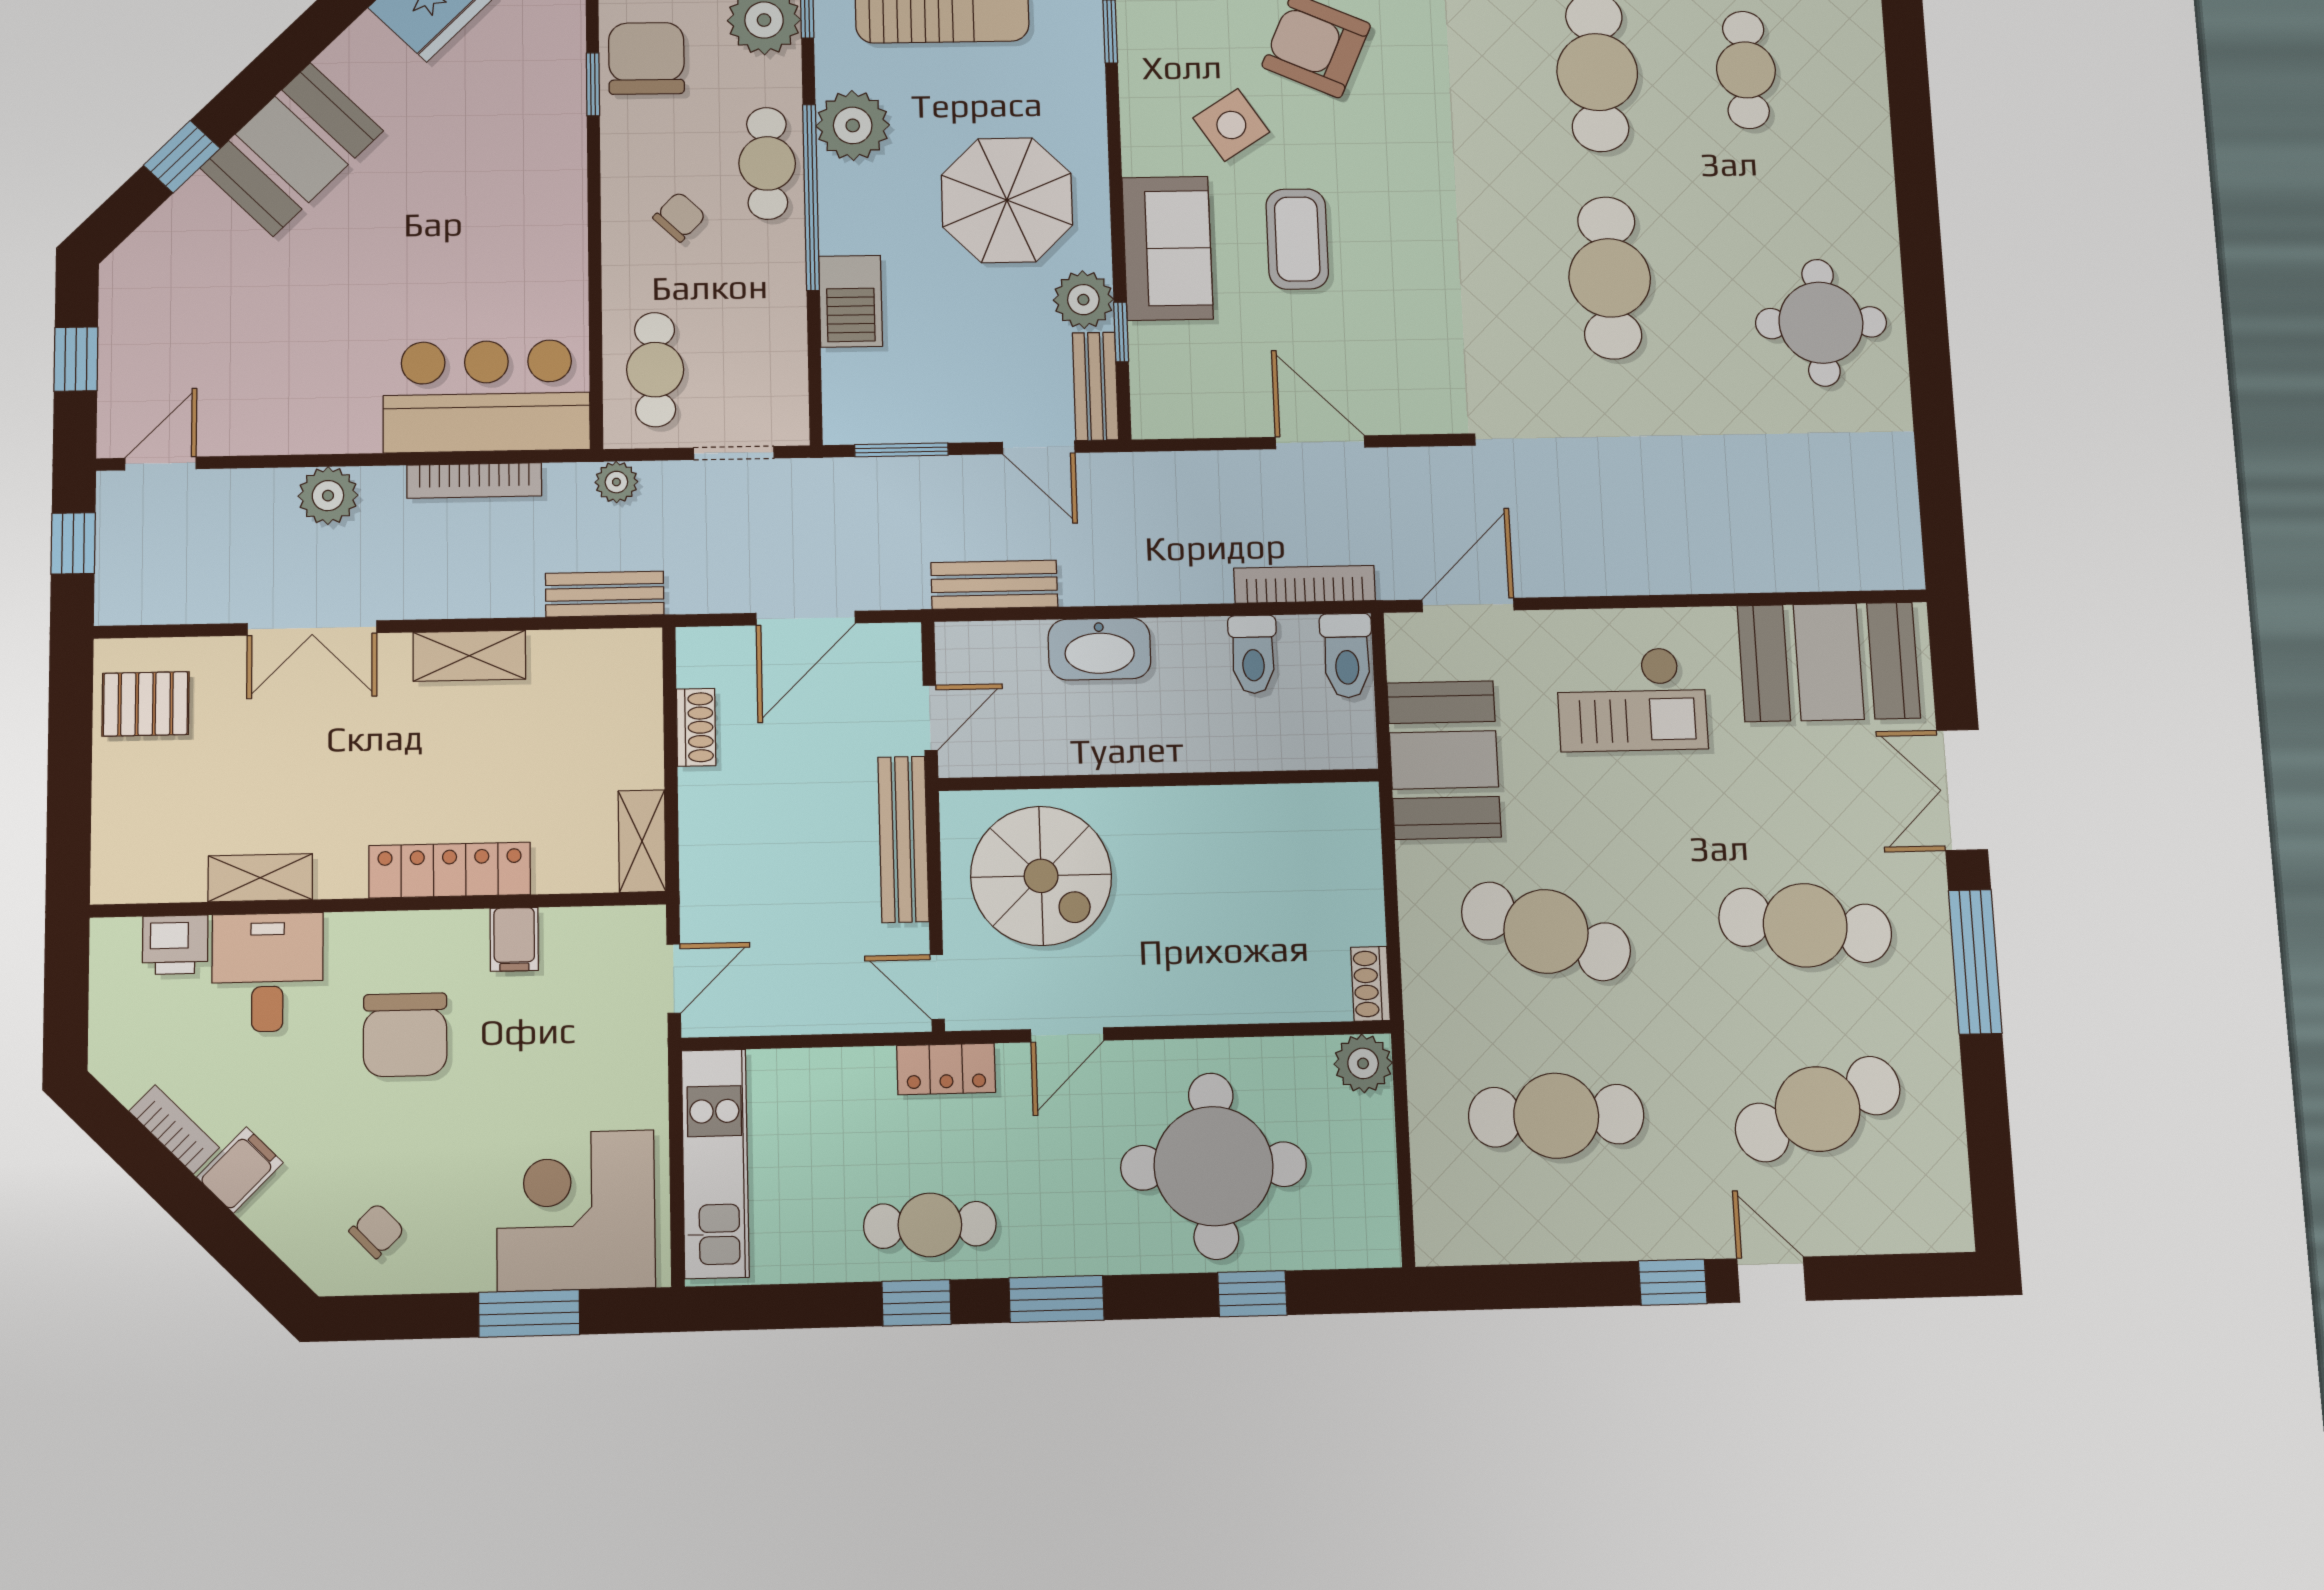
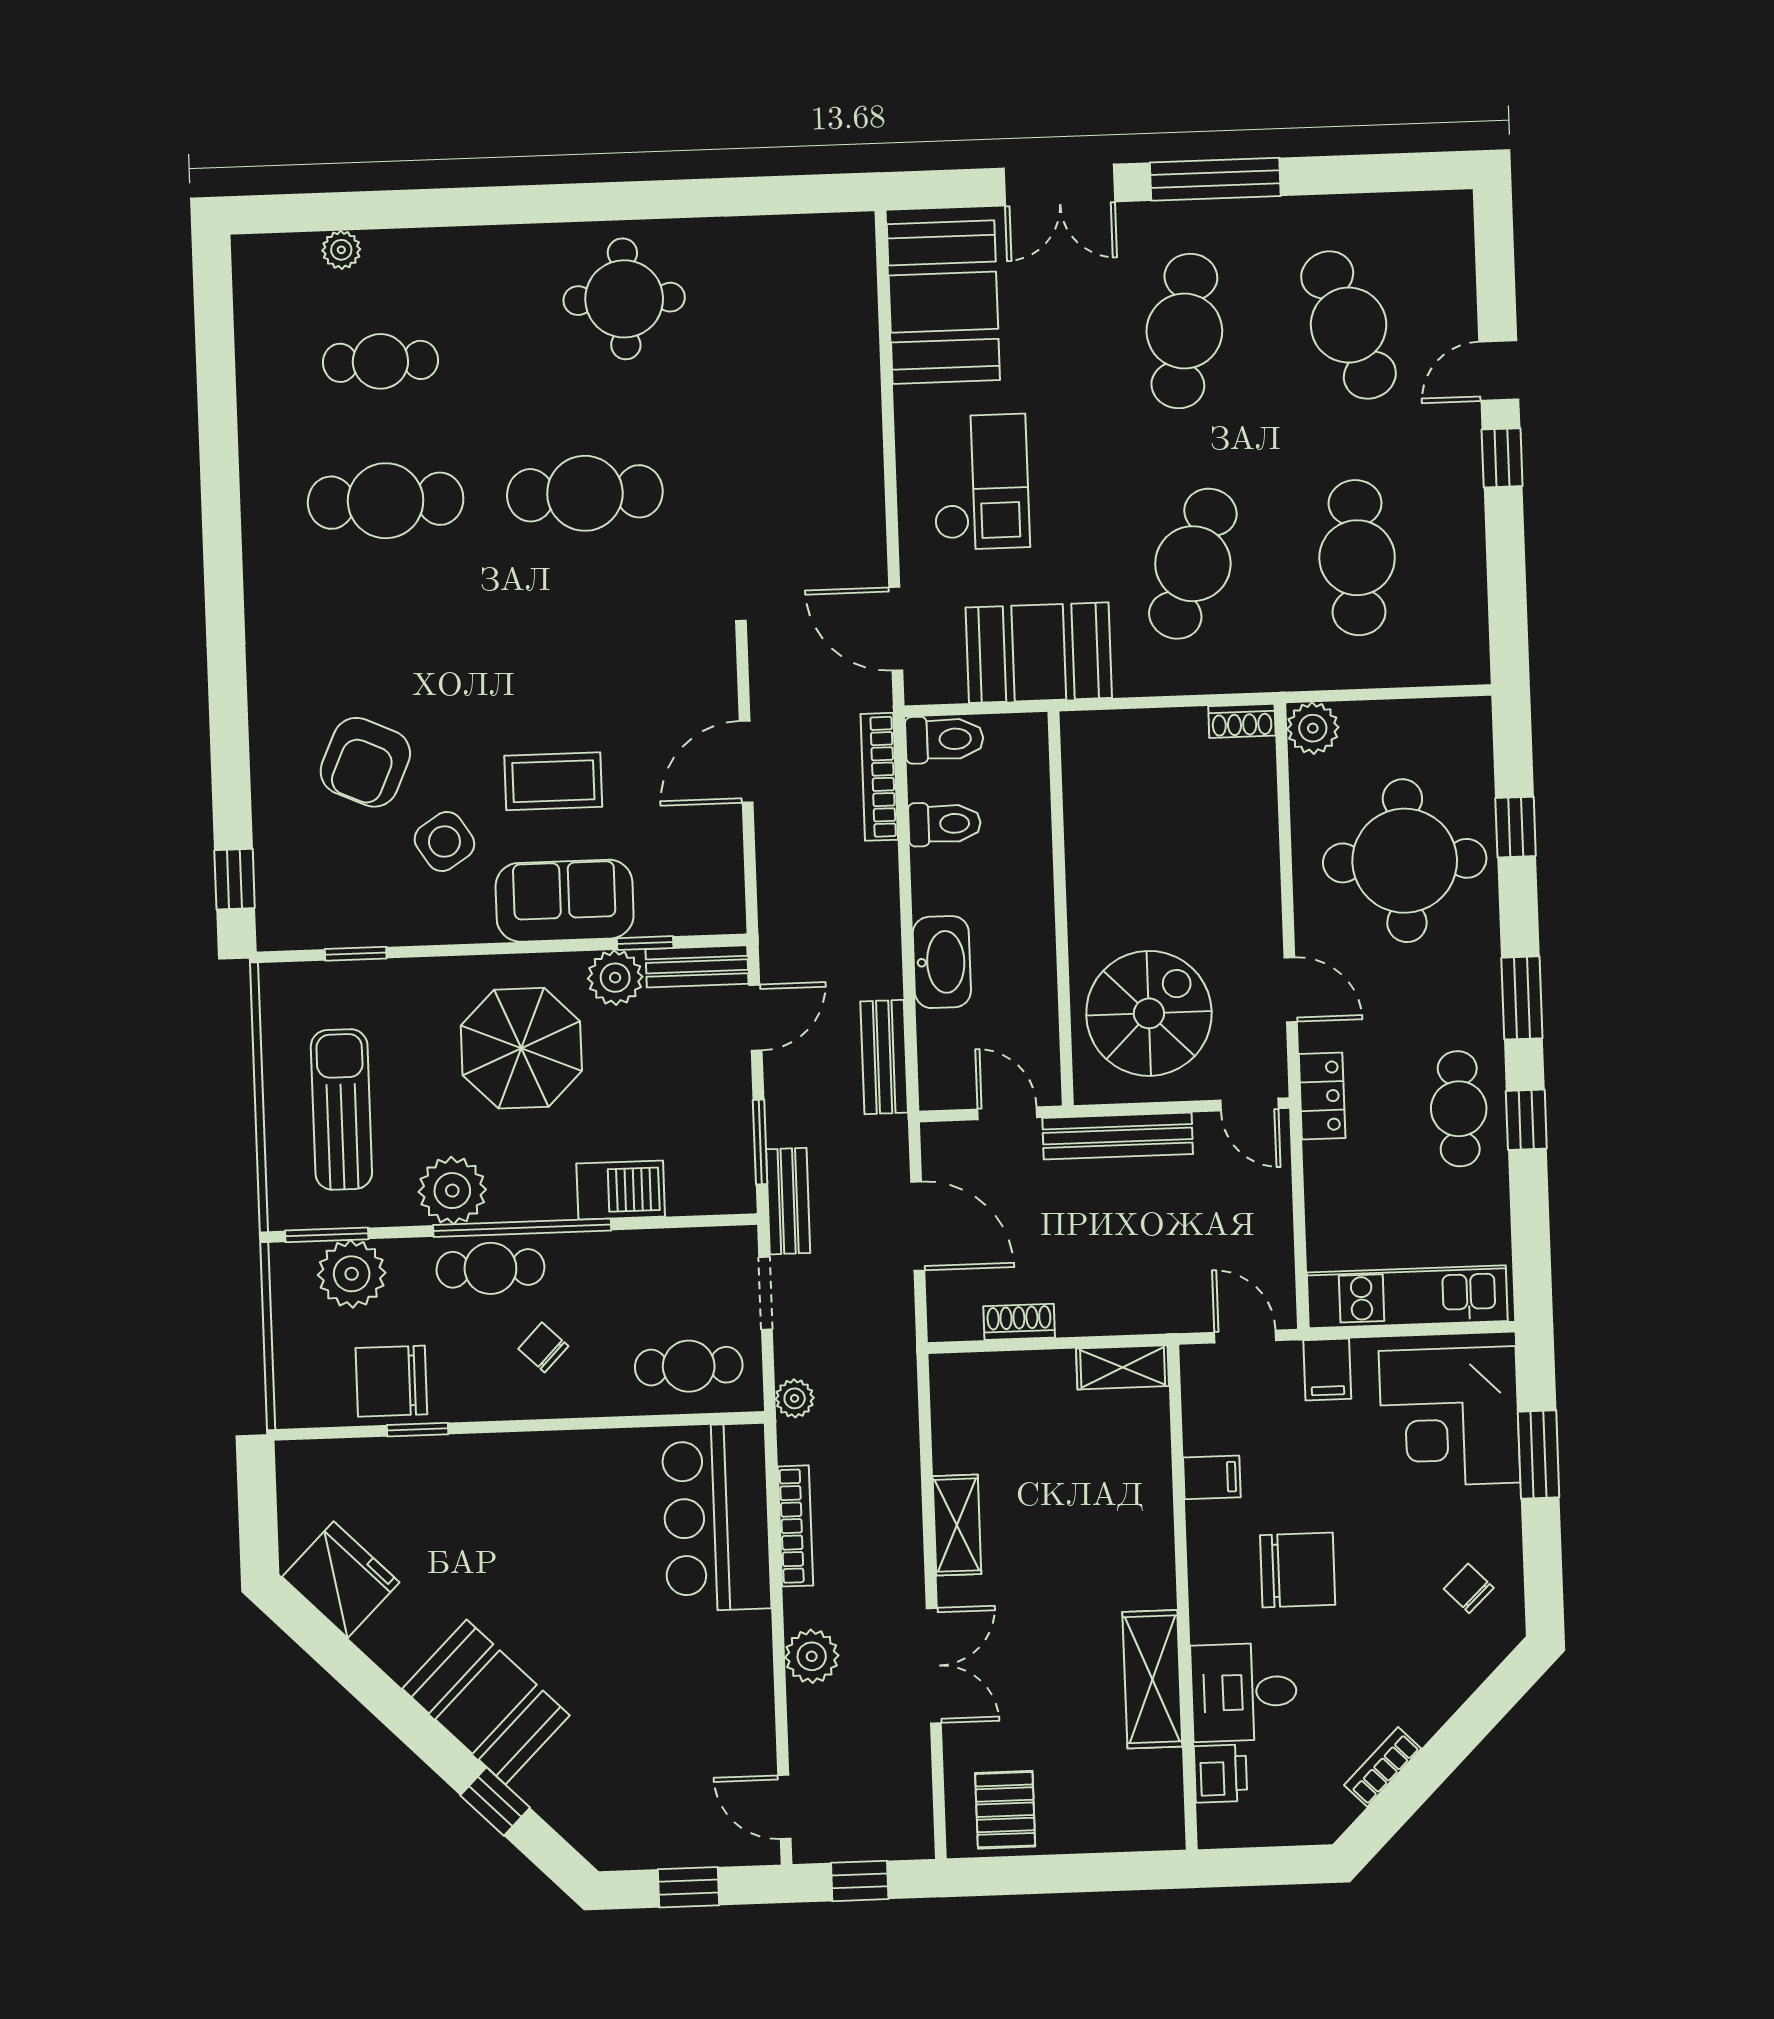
plant: (1863, 33) -> (341, 250), added
bench: (605, 594) -> (788, 1201), moved
locker: (450, 870) -> (1151, 1536), removed
shelving: (260, 878) -> (1152, 1679), width x1.50, depth x1.33
door: (937, 987) -> (1249, 1104), hinge flipped
filing cabinet: (240, 1170) -> (1327, 1370), moved, turned -135

